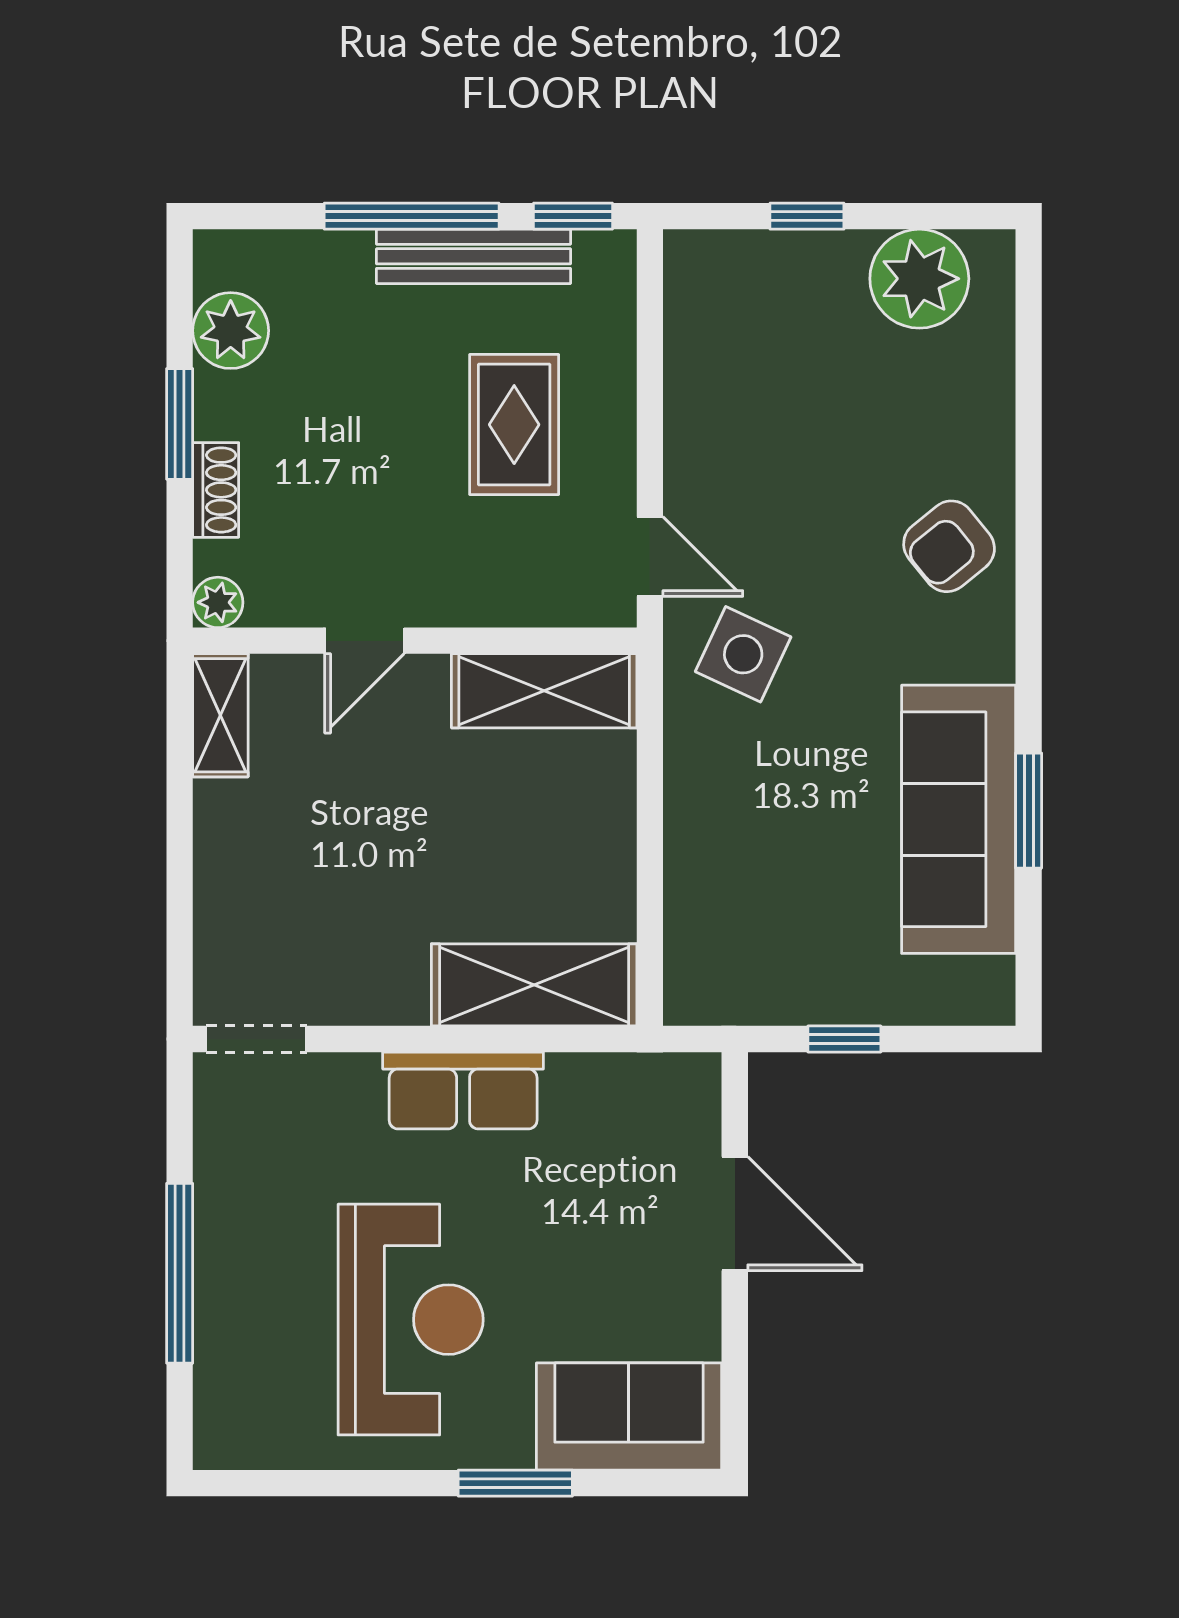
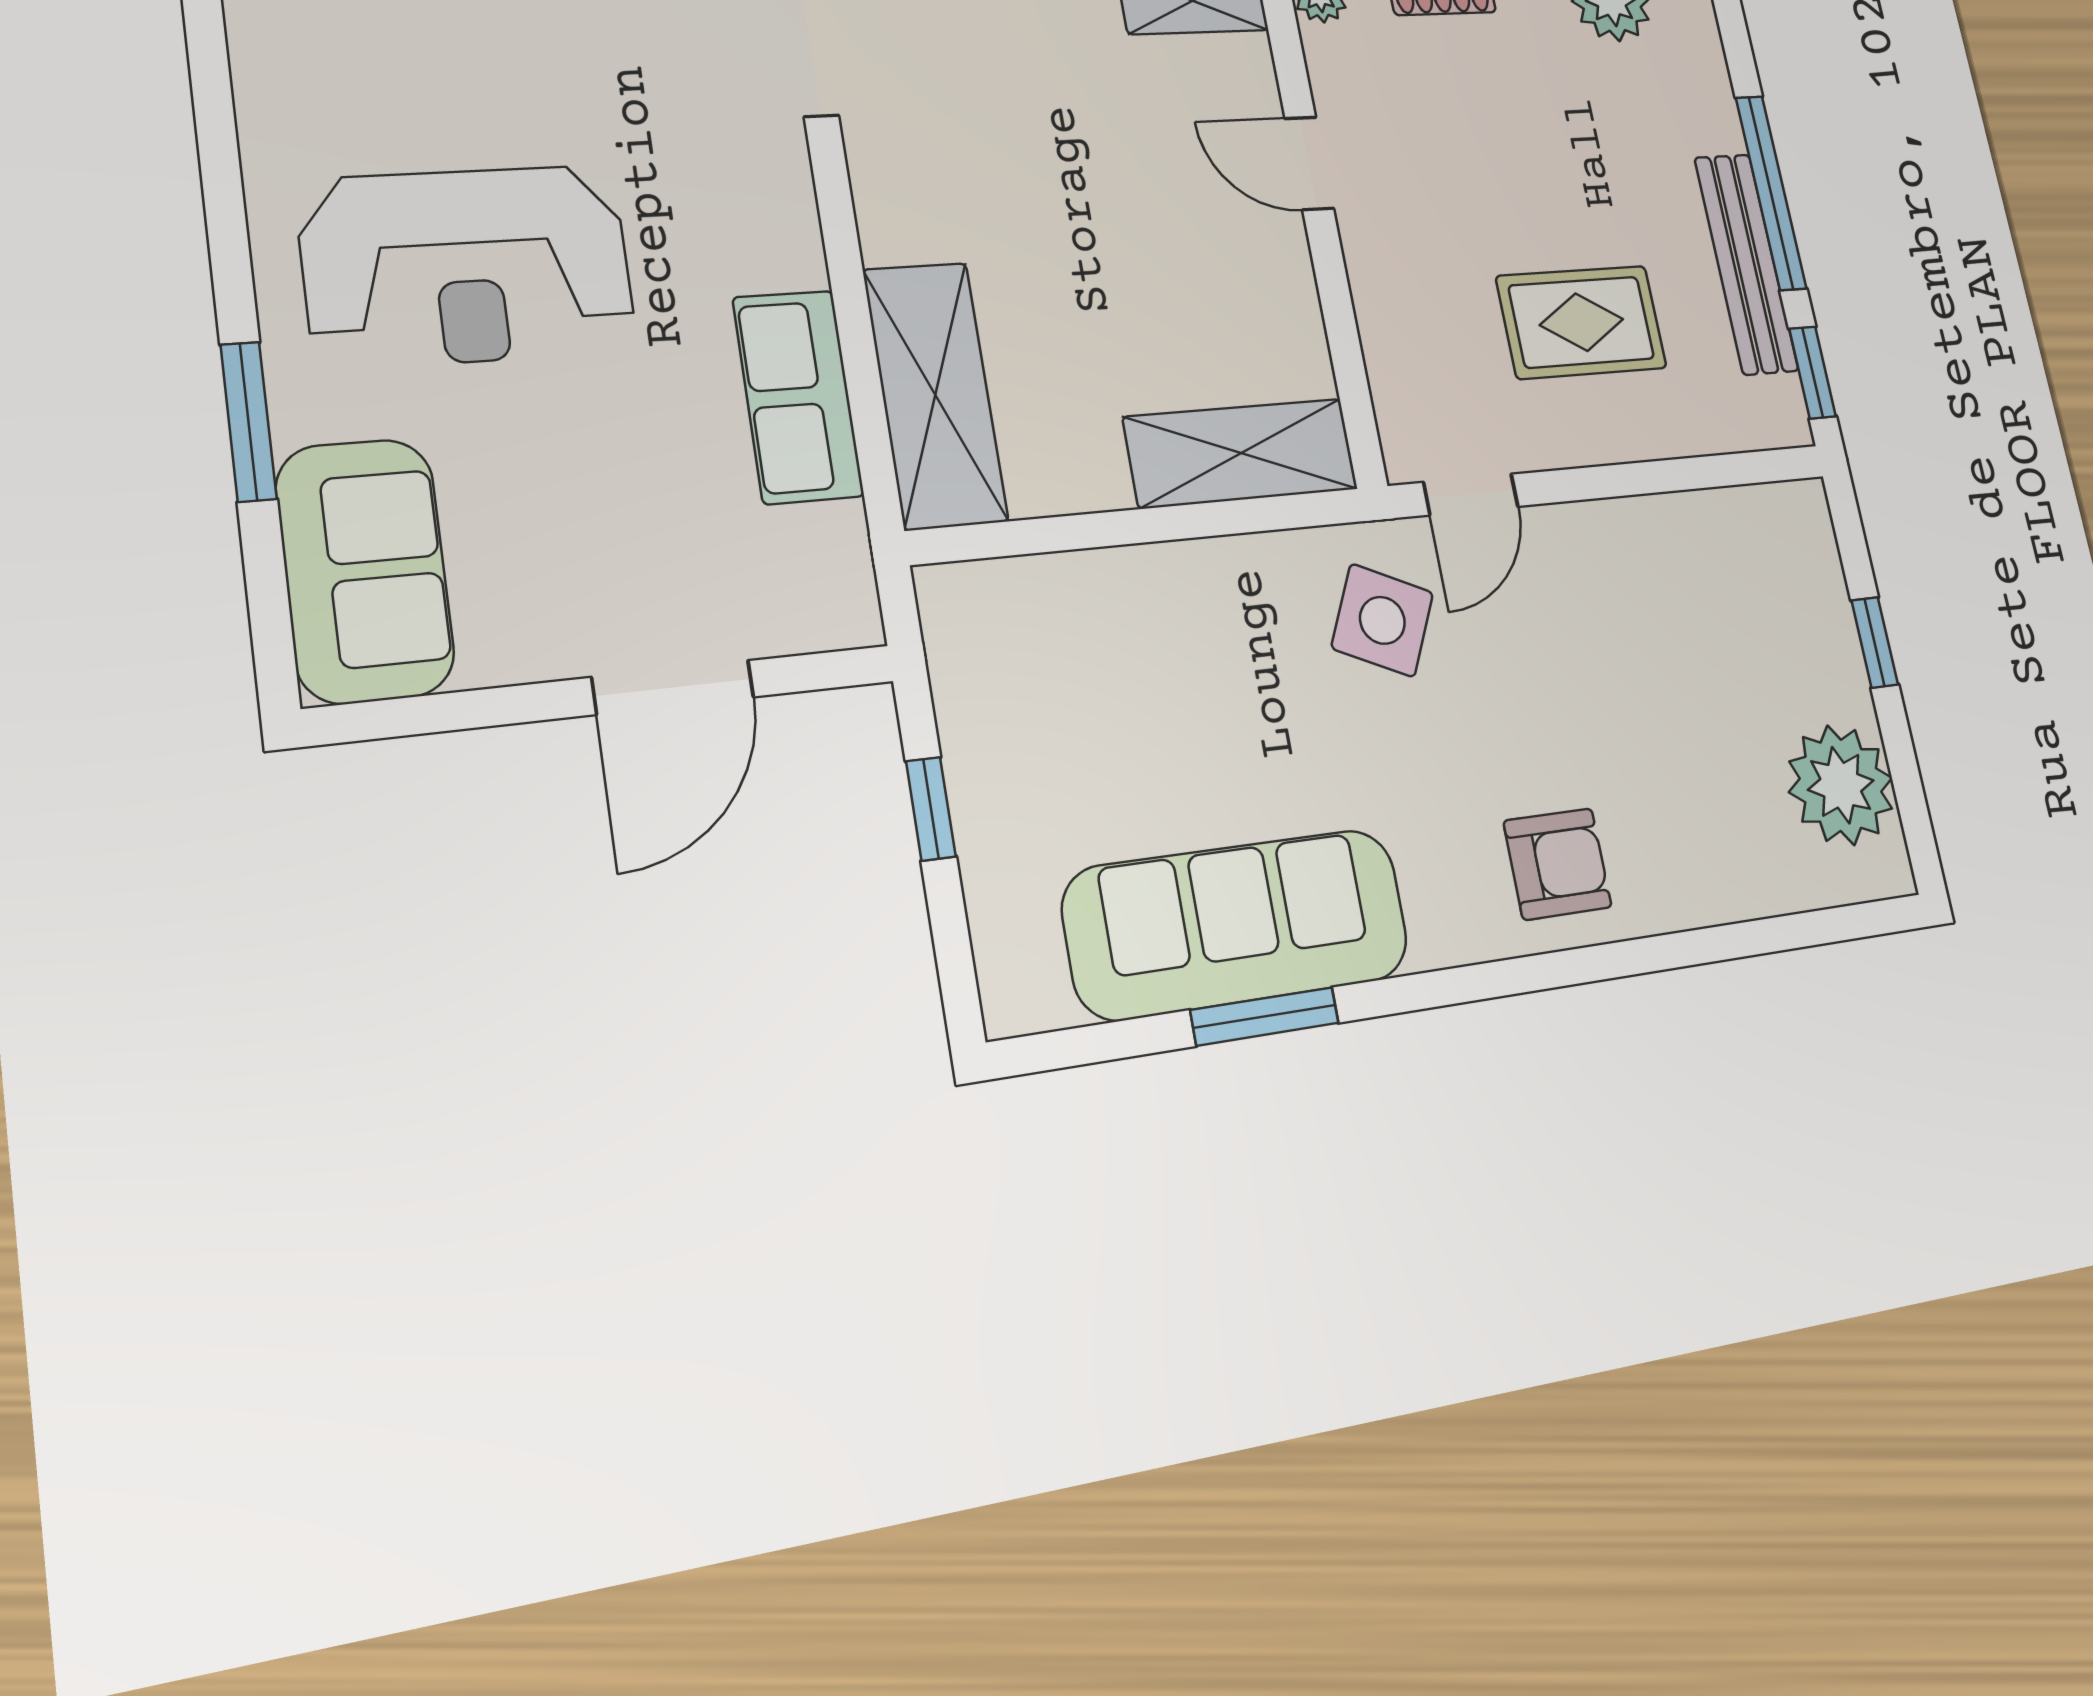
armchair: (949, 546) -> (1558, 864), turned 129
shelving: (544, 691) -> (1241, 453), moved, turned 90
row of seats: (463, 1091) -> (798, 397), moved

